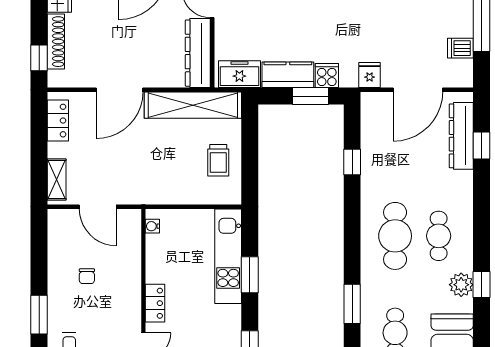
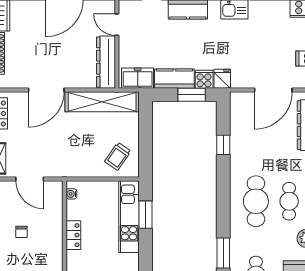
fridge: (370, 75) -> (222, 79), moved
trolley: (218, 160) -> (118, 156), moved, turned 35
window: (250, 275) -> (145, 215), moved
locker: (155, 303) -> (73, 235), moved

